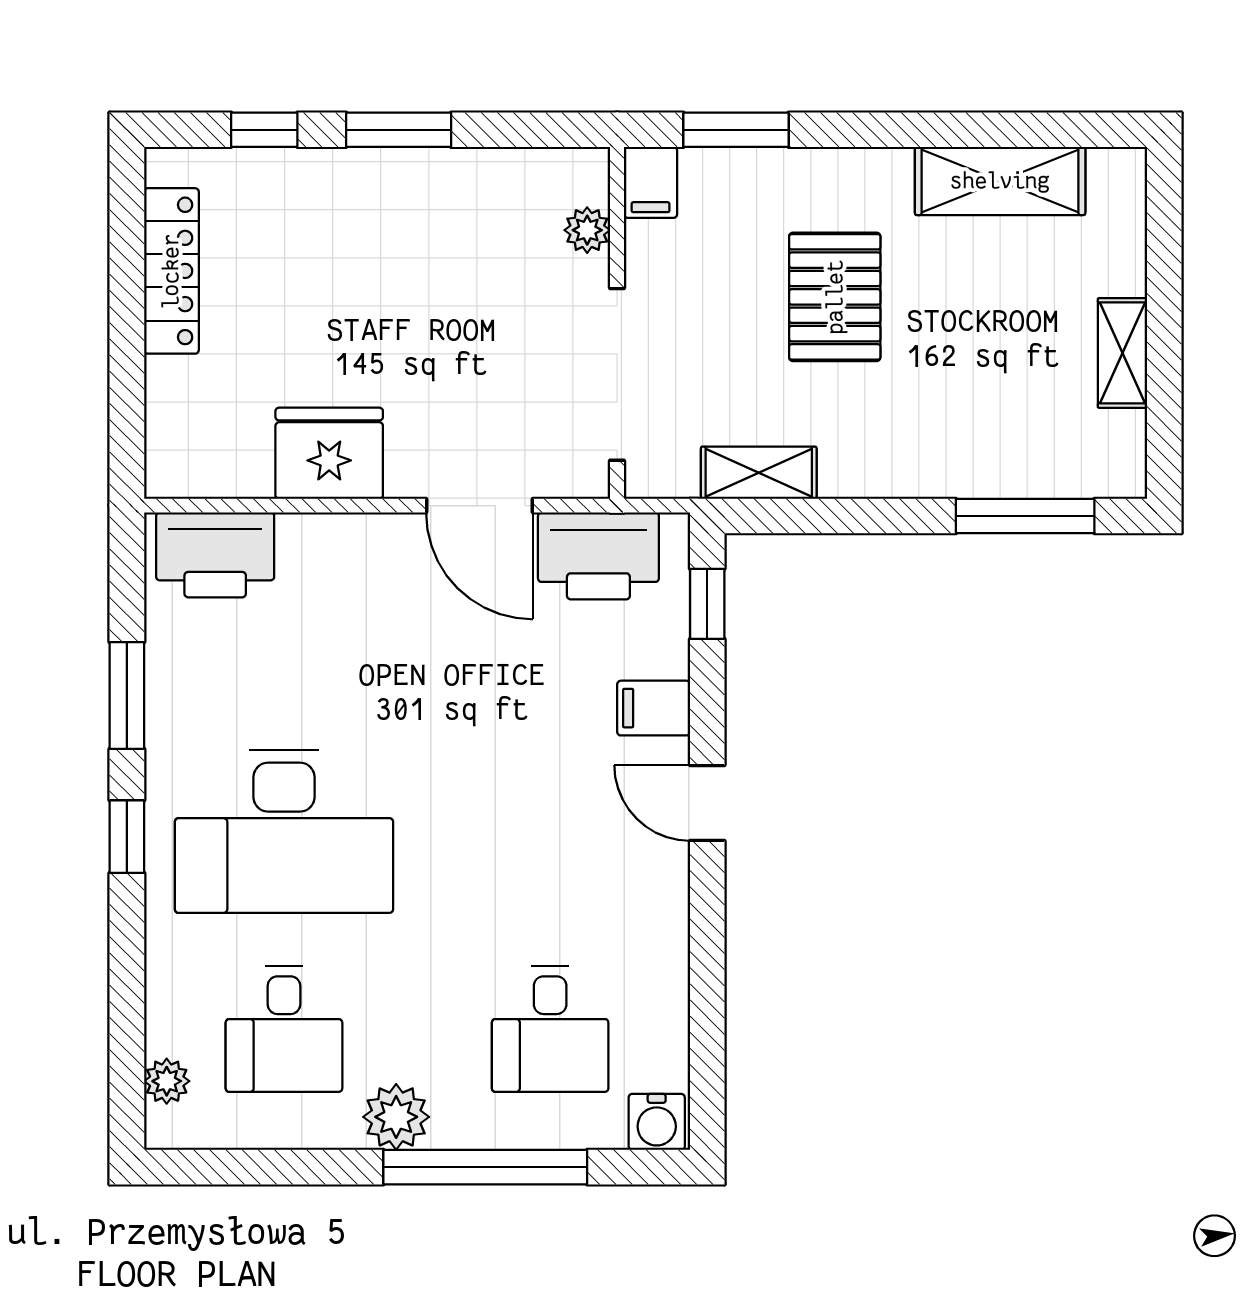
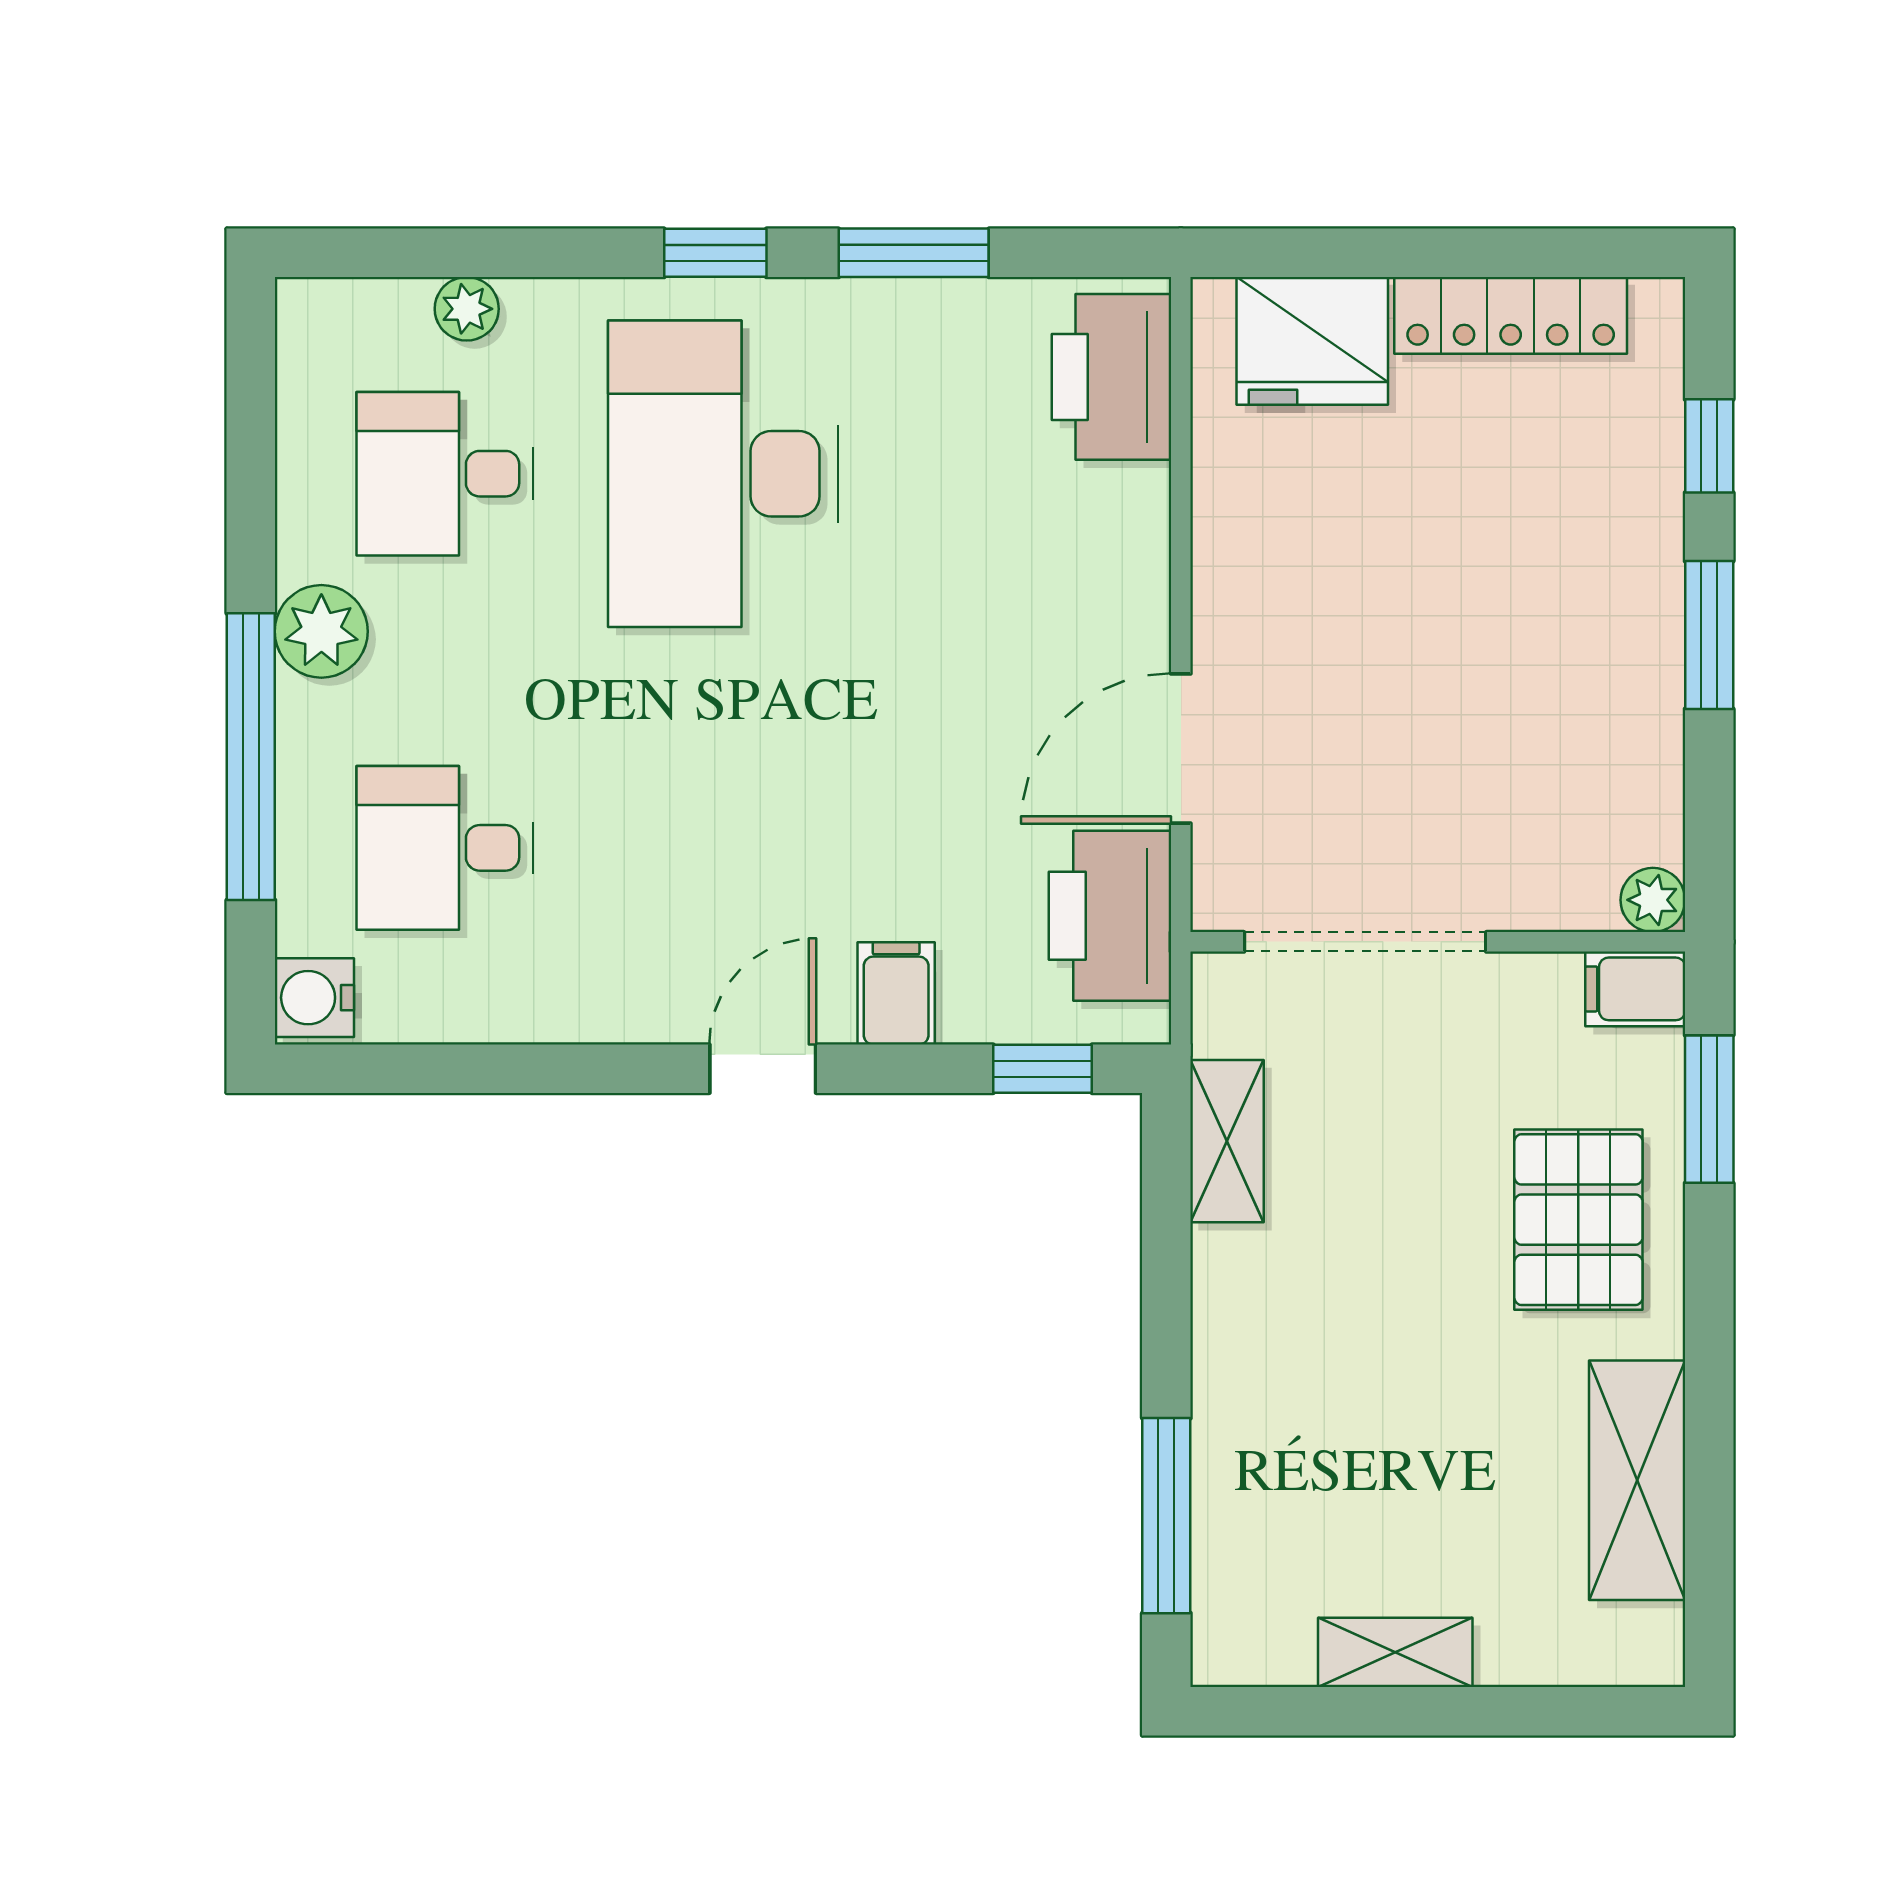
plant: (587, 230) -> (1653, 900), moved
pallet: (835, 297) -> (1578, 1220), moved, turned 90
fridge: (329, 453) -> (1312, 341), moved, turned 90
plant: (167, 1081) -> (467, 309), moved

